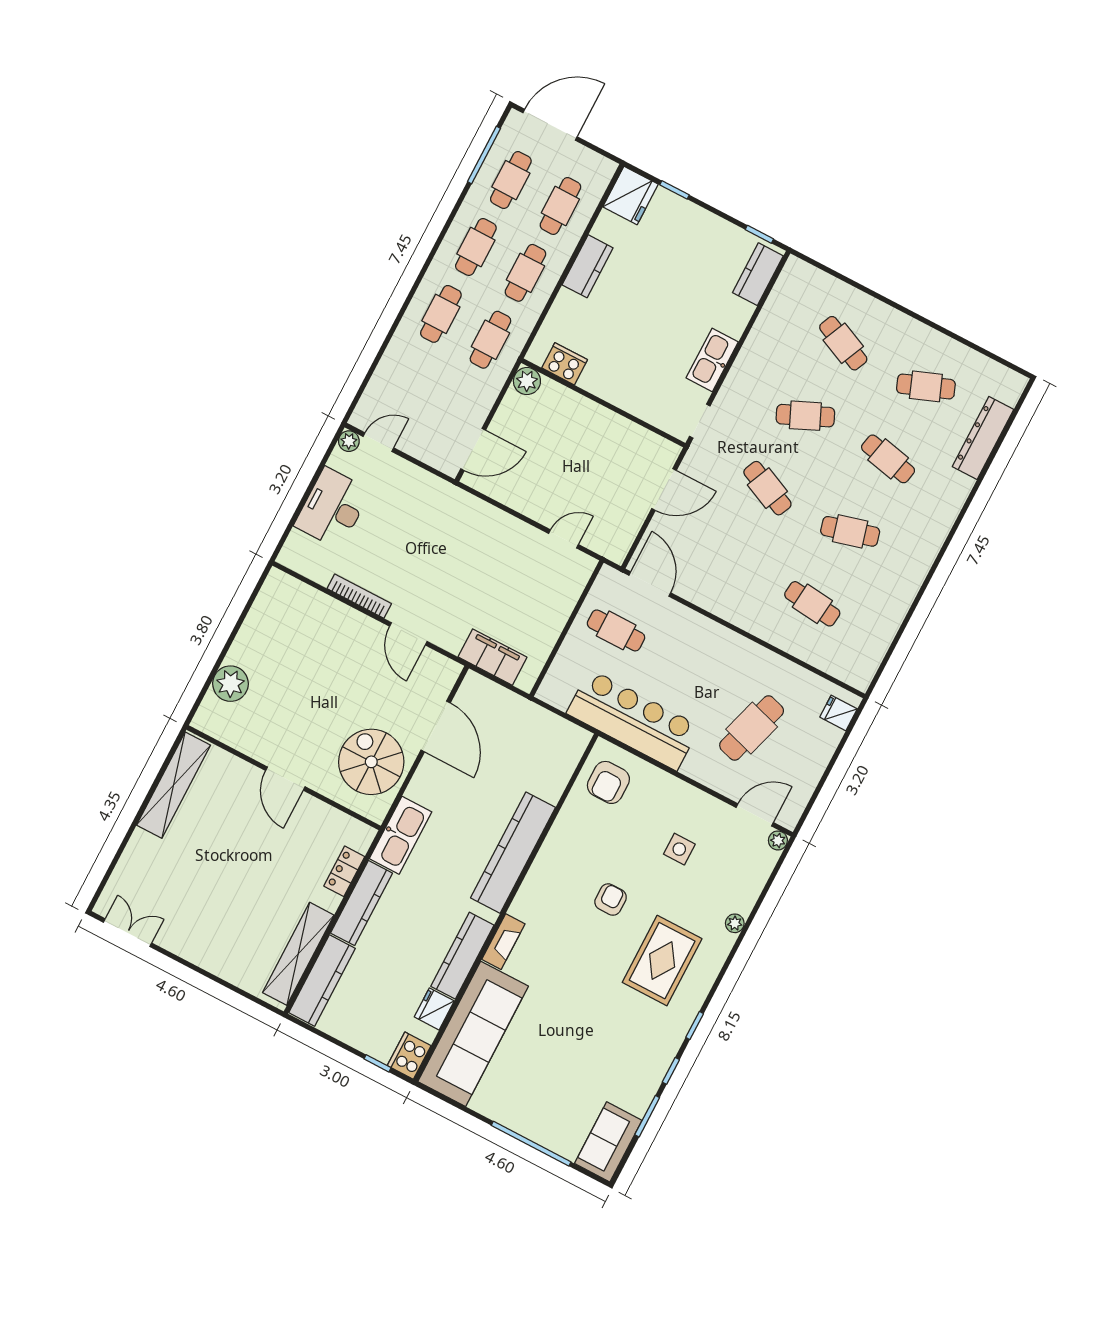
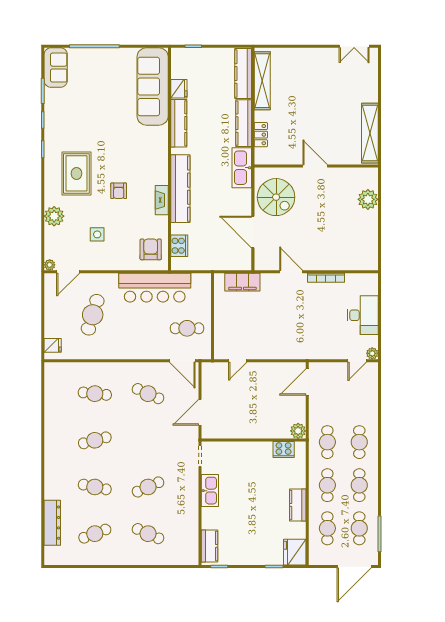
cafe table: (767, 488) -> (148, 394), moved
plant: (735, 923) -> (54, 216), width x1.88, depth x1.88
fireplace: (503, 942) -> (162, 200), moved
cooker: (409, 1056) -> (179, 246), moved

